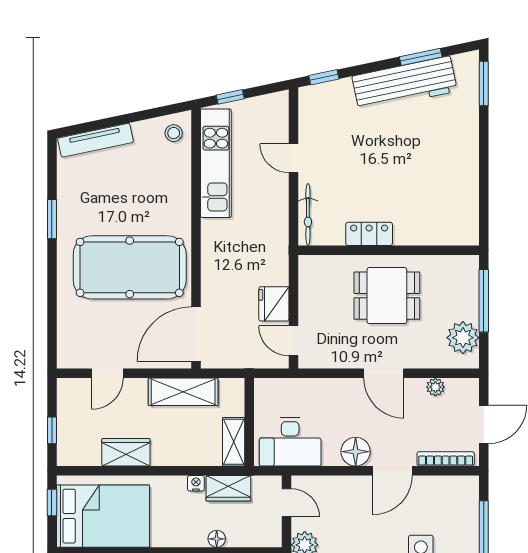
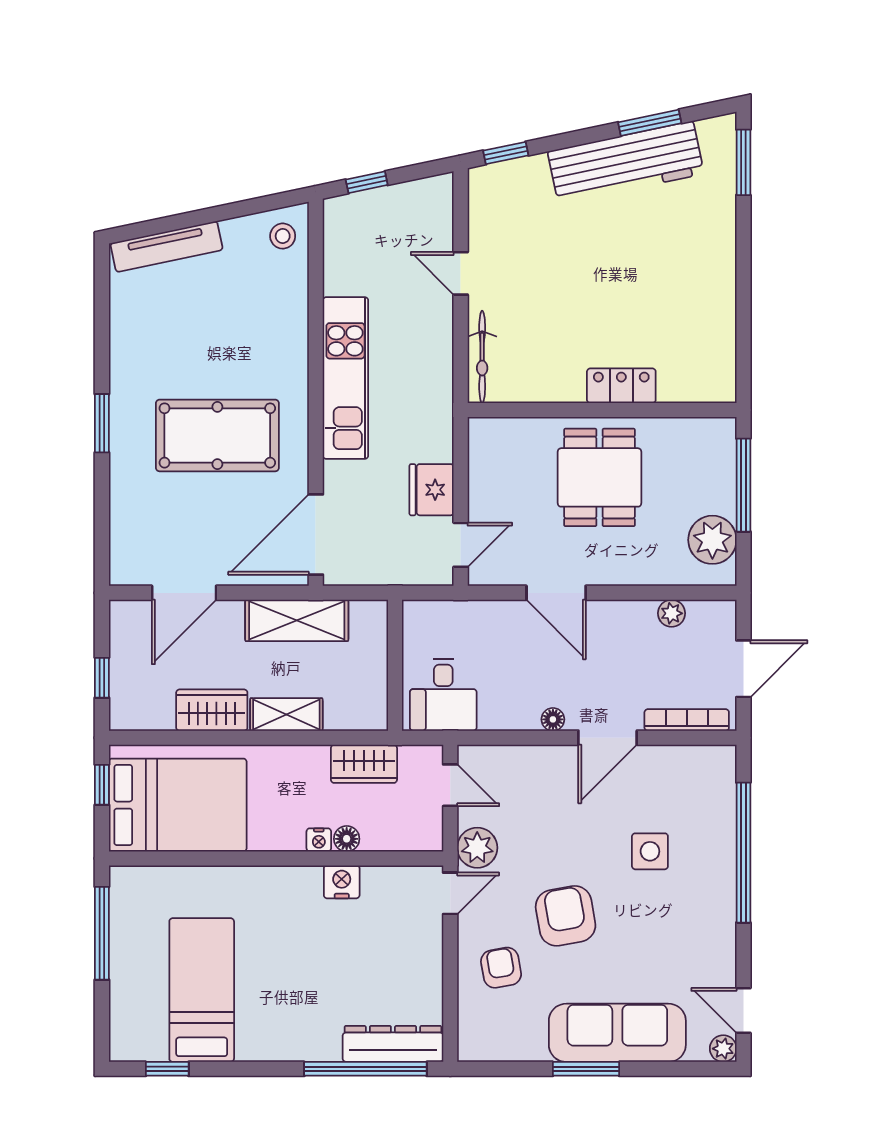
kitchen unit: (216, 163) -> (345, 378), moved
window: (52, 219) -> (102, 423), moved
locker: (369, 234) -> (621, 386), moved
pool table: (130, 267) -> (217, 435), width x0.73, depth x0.76
dining table: (387, 296) -> (600, 477), turned 90
door: (293, 341) -> (461, 545), swing flipped
door: (107, 373) -> (184, 593), width x1.38
door: (384, 373) -> (556, 593), moved
shelving: (234, 442) -> (286, 715), moved, turned 90
desk: (290, 442) -> (443, 695), width x0.73
floor lamp: (356, 452) -> (553, 719), width x0.53, depth x0.53
nightstand: (196, 483) -> (319, 840), moved, turned 180

